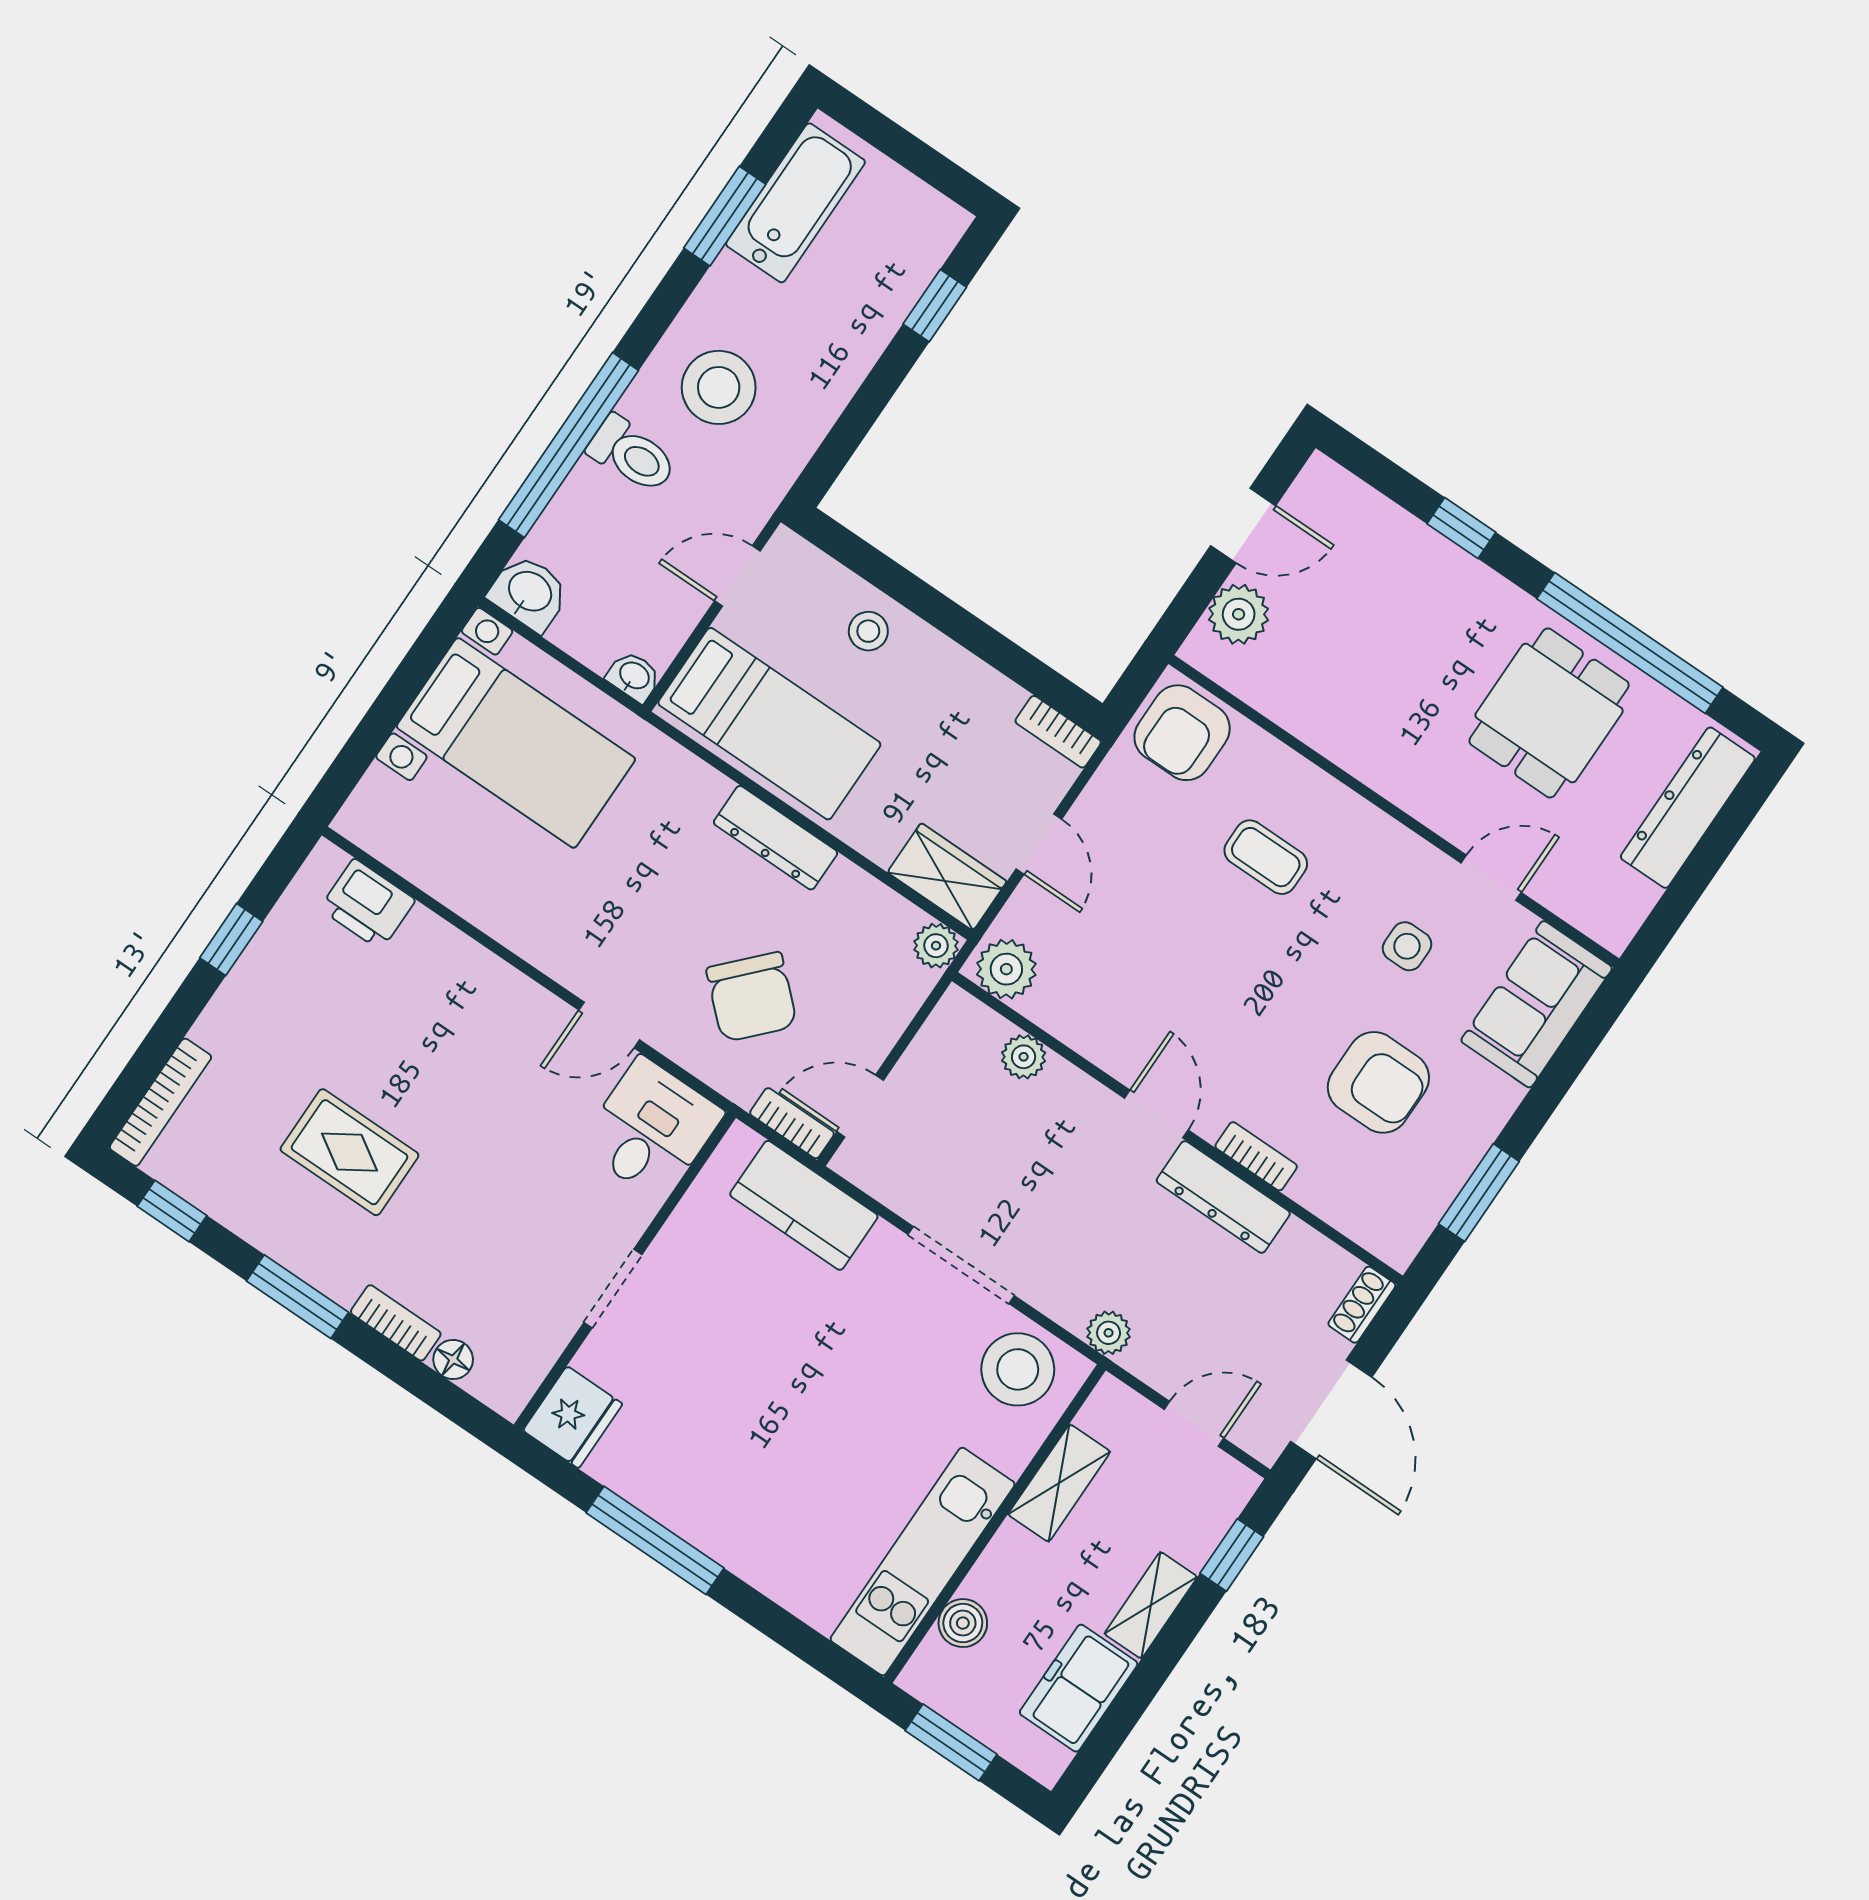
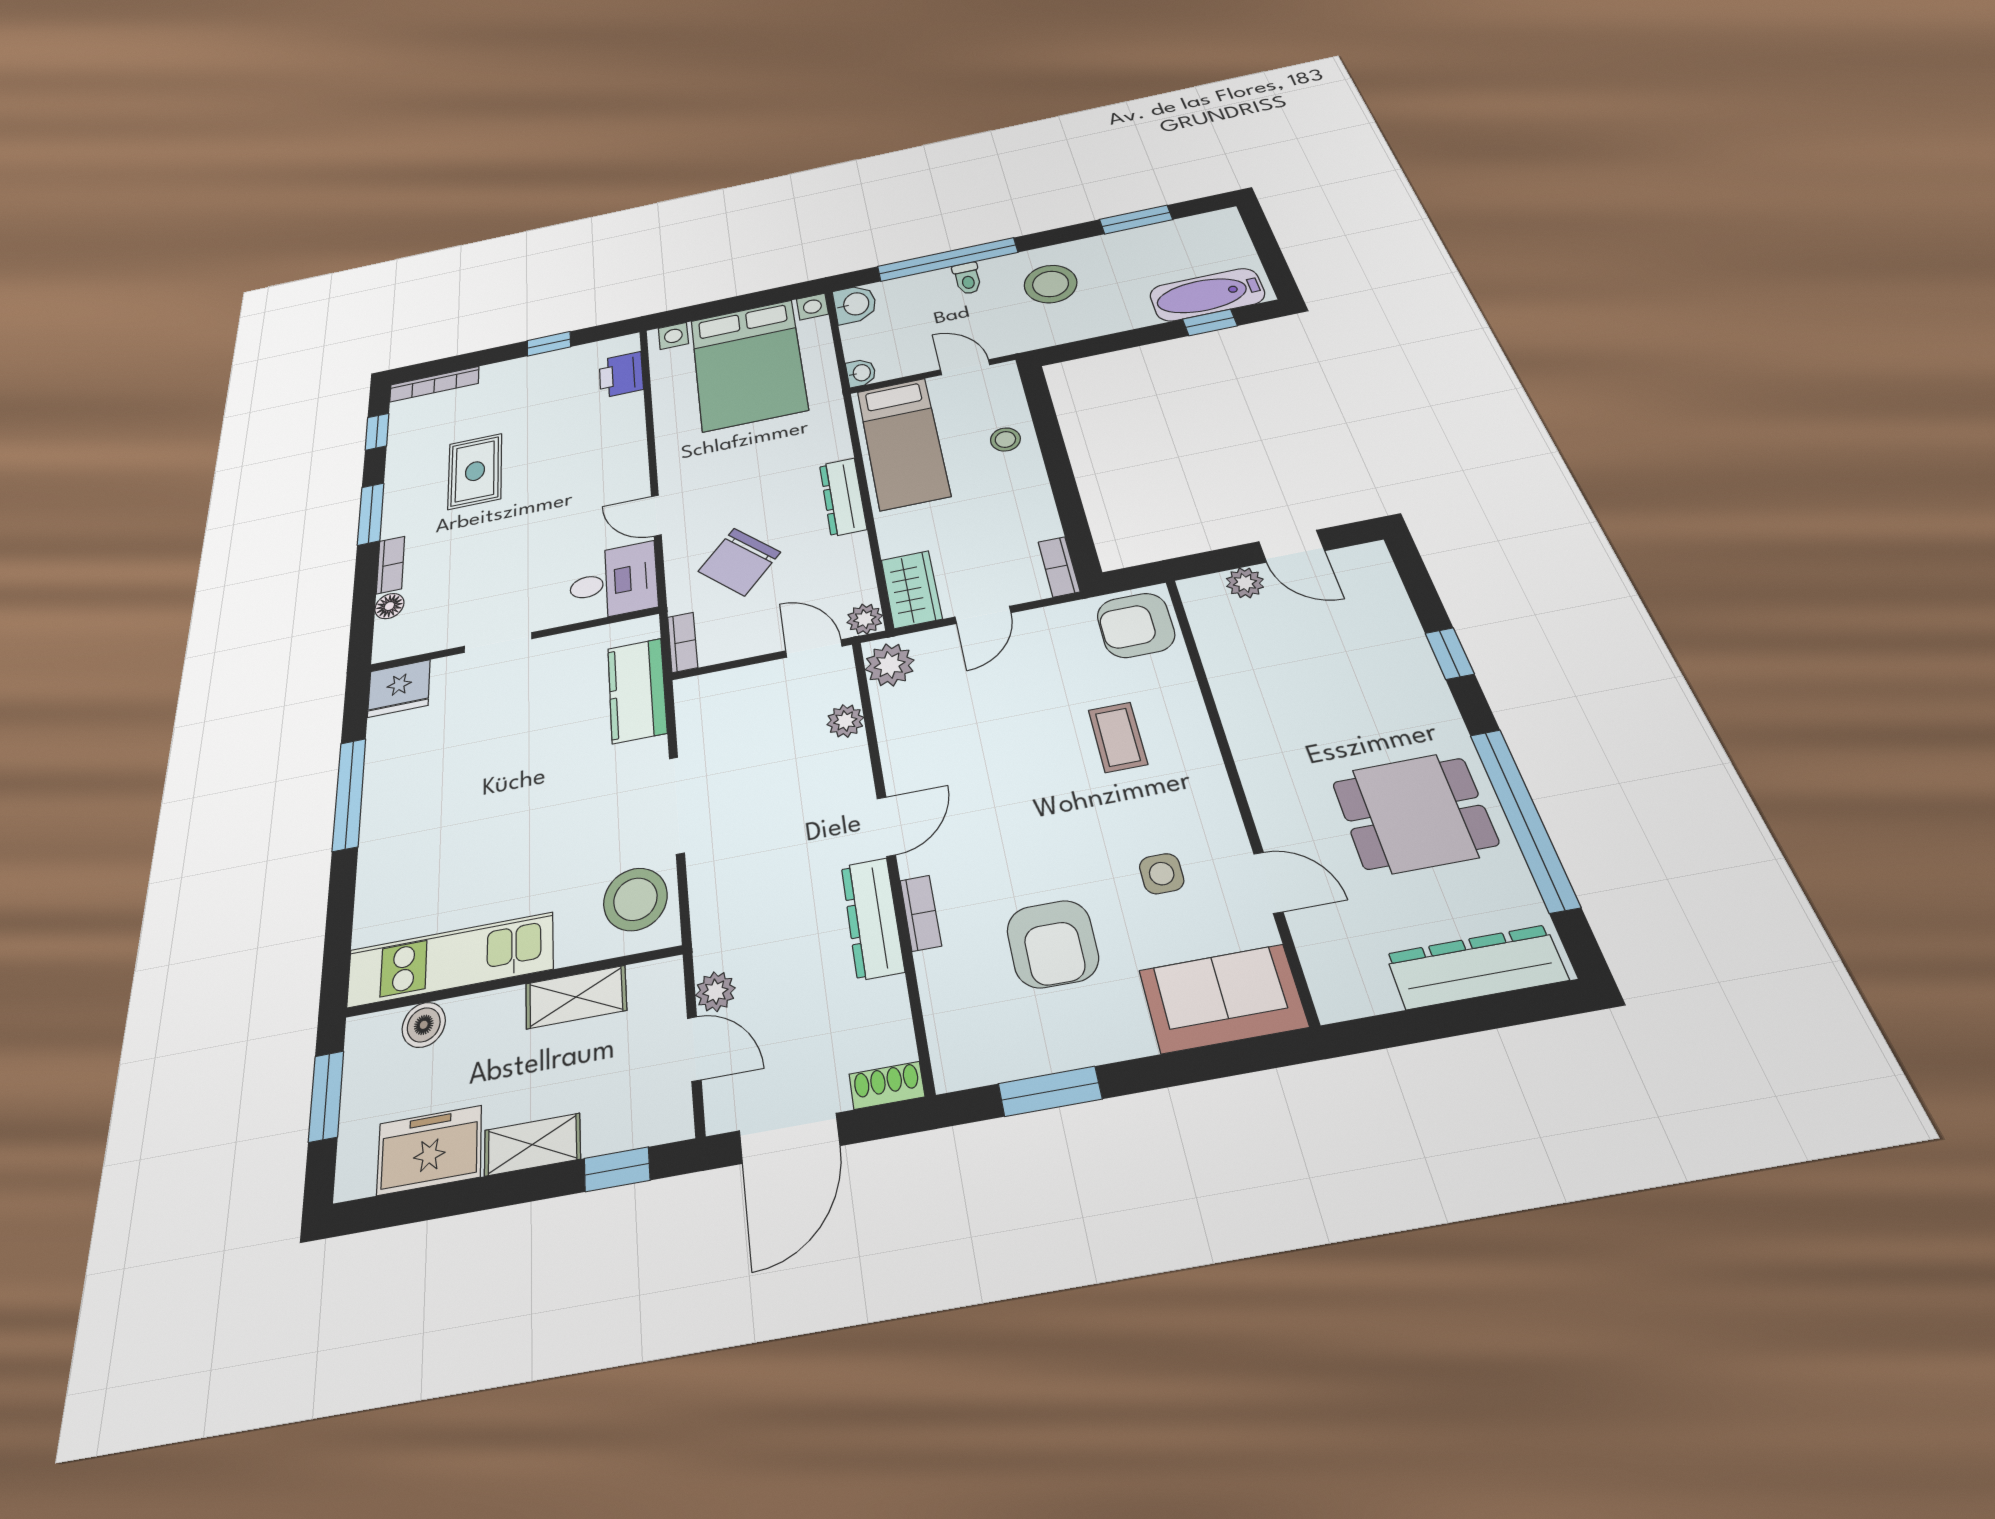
bathtub: (796, 203) -> (1207, 295), moved, turned 180
toilet: (632, 455) -> (967, 278), width x0.73, depth x0.72
plant: (1239, 614) -> (1245, 583), width x0.73, depth x0.73
bed with nightstands: (516, 743) -> (748, 364), width x1.36
door: (860, 1106) -> (814, 648), moved
plant: (1109, 1333) -> (715, 992), moved

